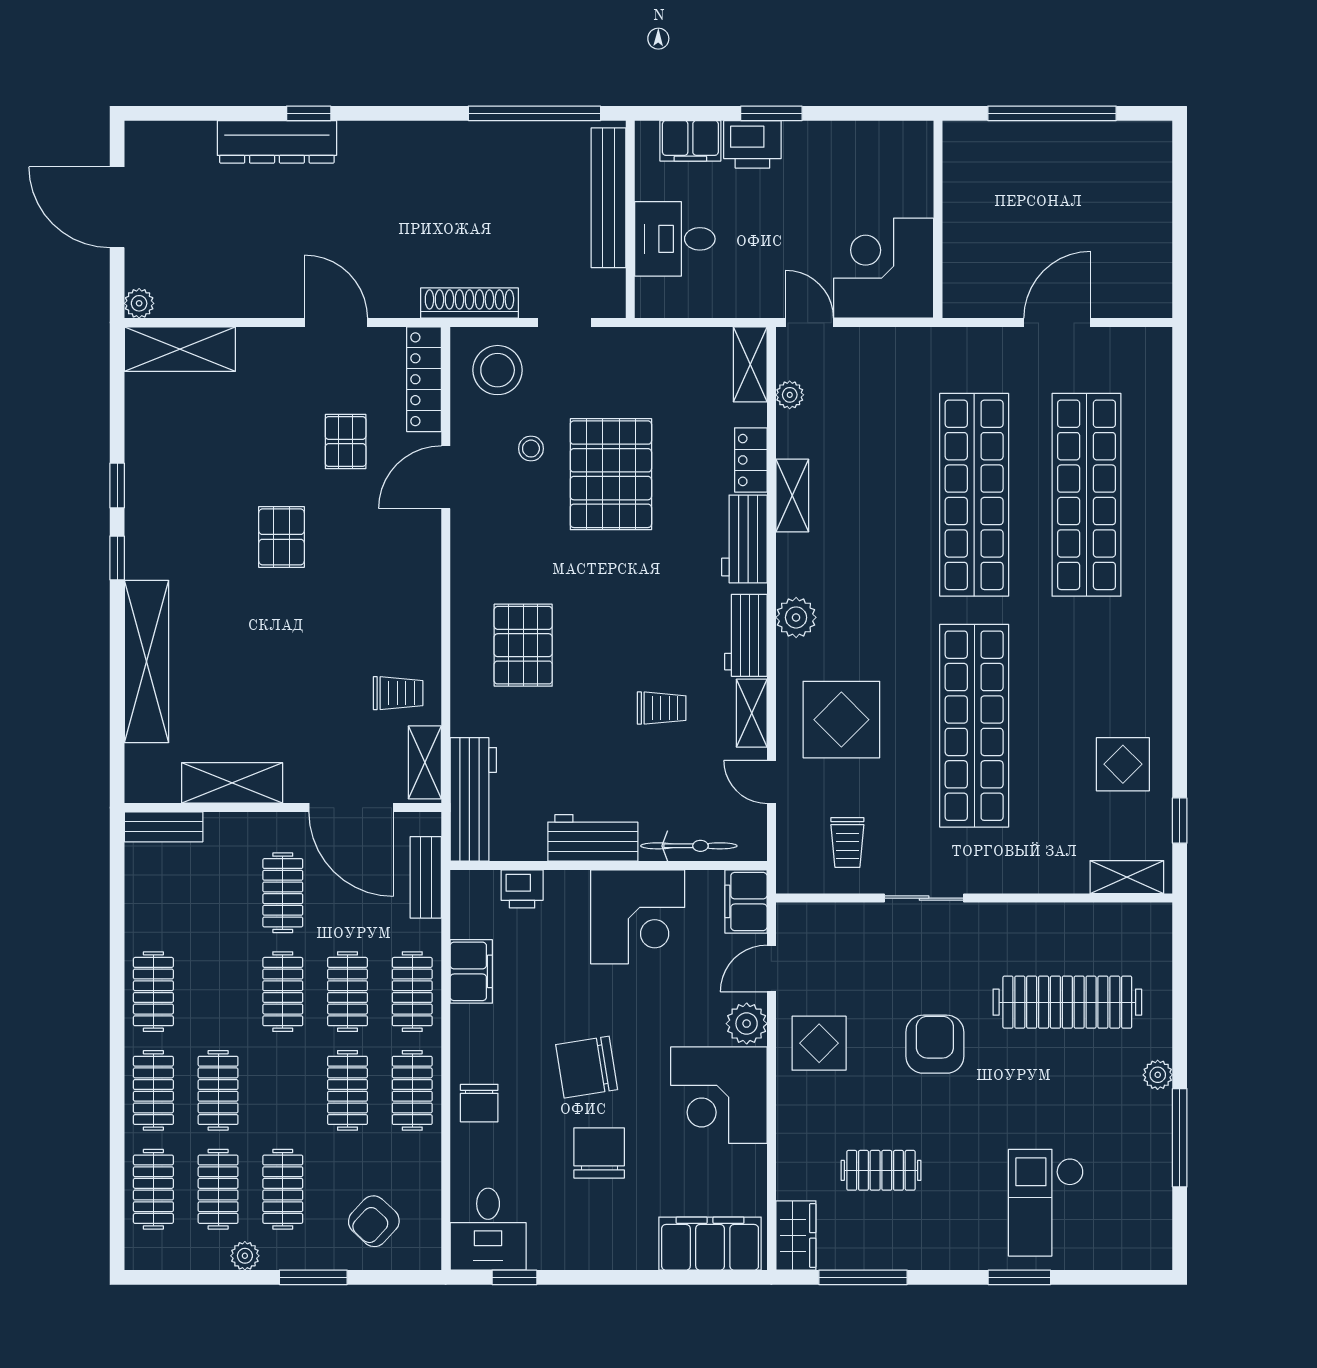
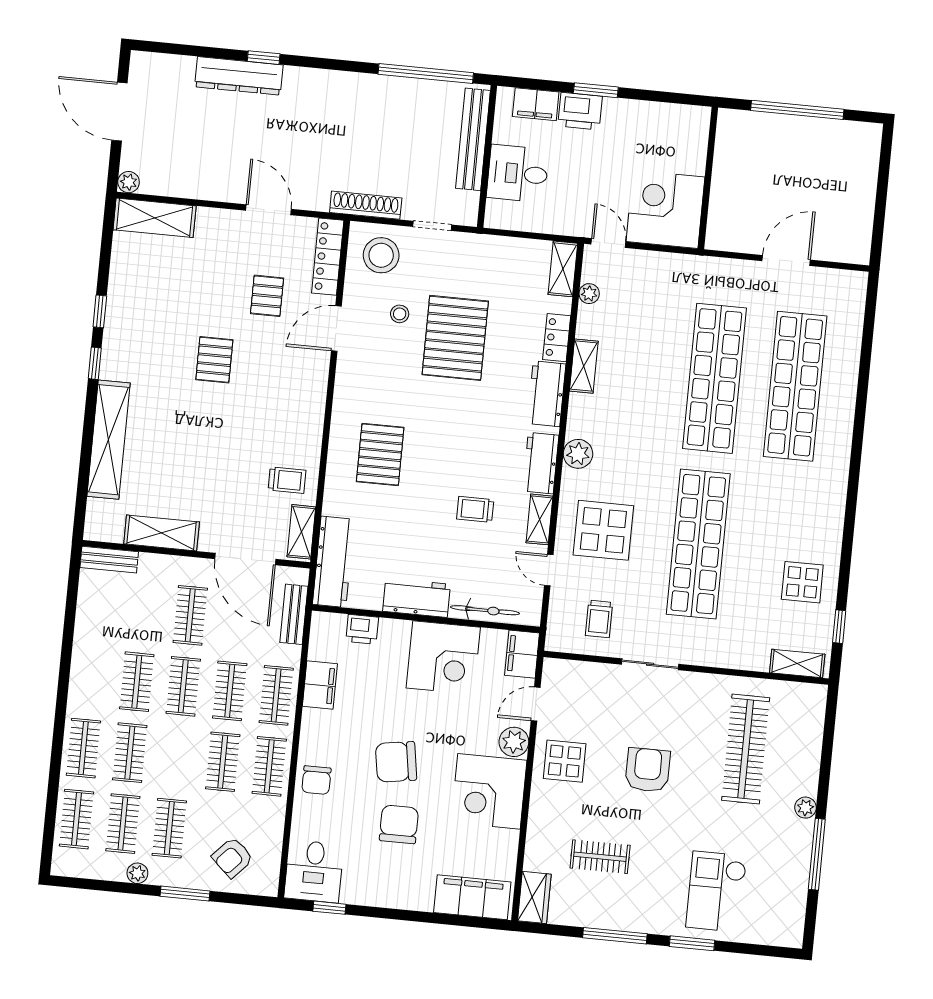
trolley: (662, 708) -> (475, 509), turned 180
clothes rail: (153, 992) -> (137, 682), moved
clothes rail: (1067, 1002) -> (746, 749), turned 90
window: (863, 1277) -> (615, 936), moved

